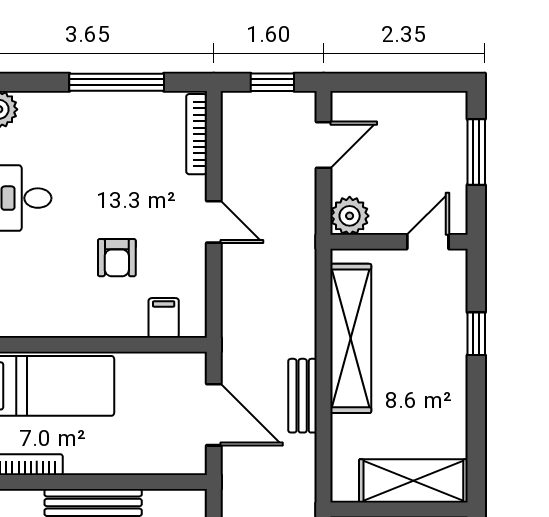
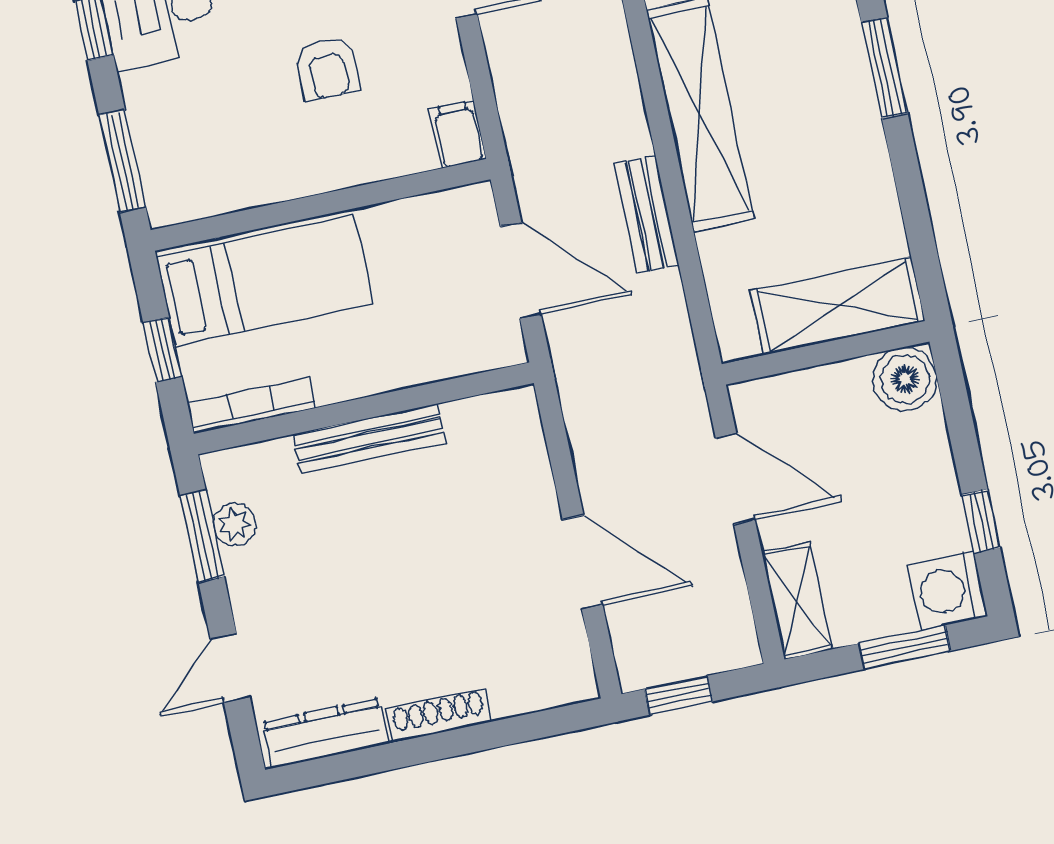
filing cabinet: (164, 318) -> (458, 134), moved
window: (476, 334) -> (885, 68), width x1.50

